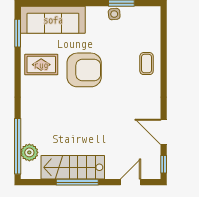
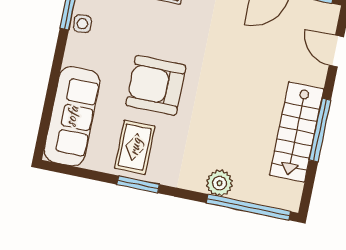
window: (18, 33) -> (138, 184), moved
armchair: (84, 70) -> (156, 85), turned -90
plant: (29, 152) -> (219, 183), moved

